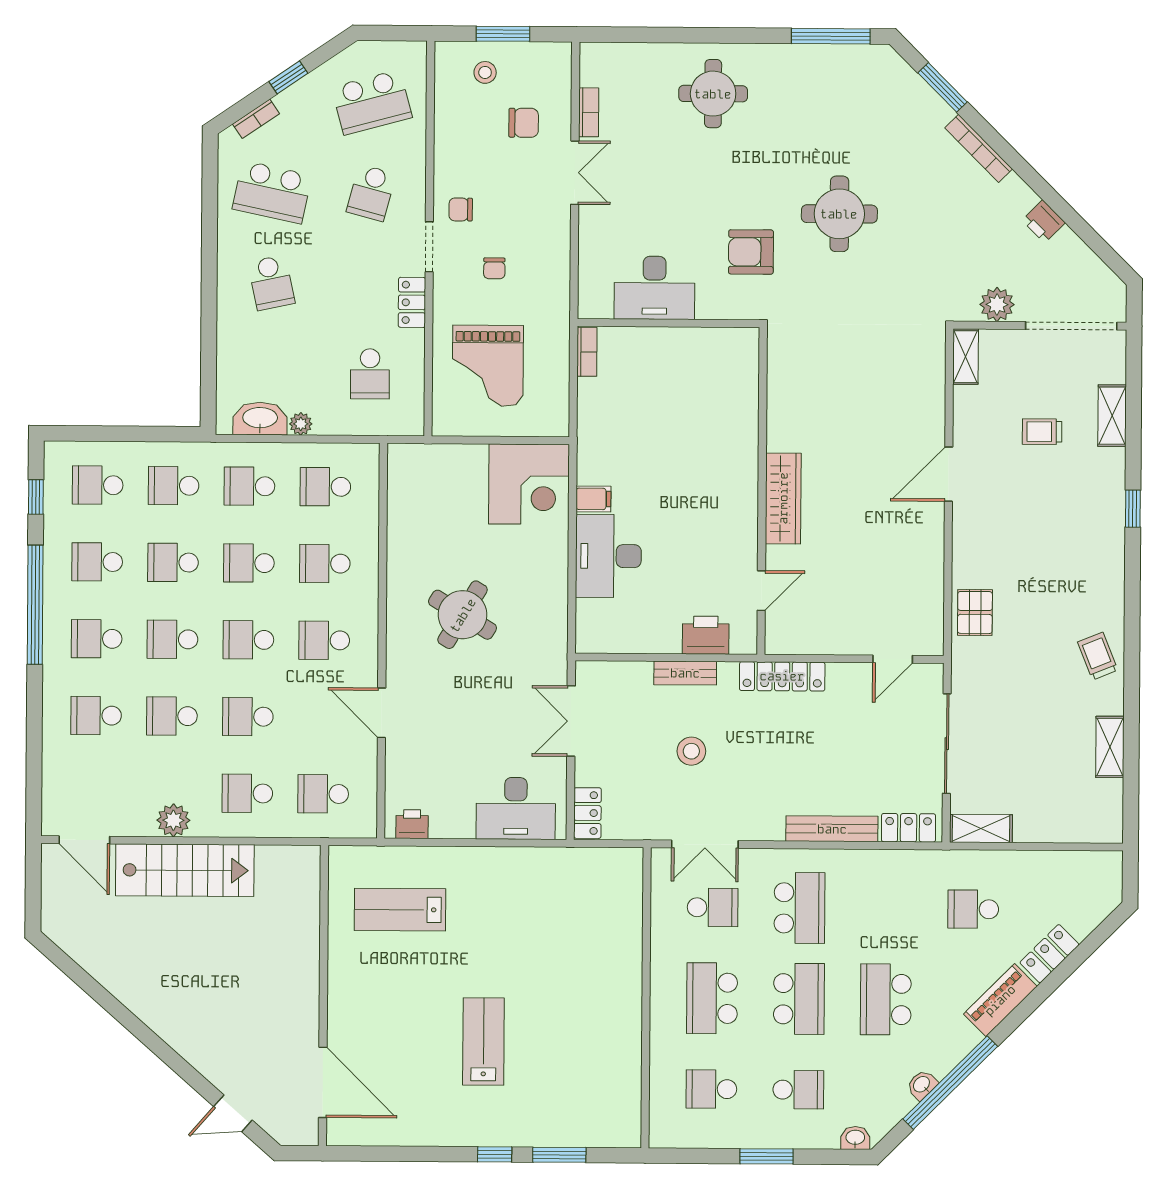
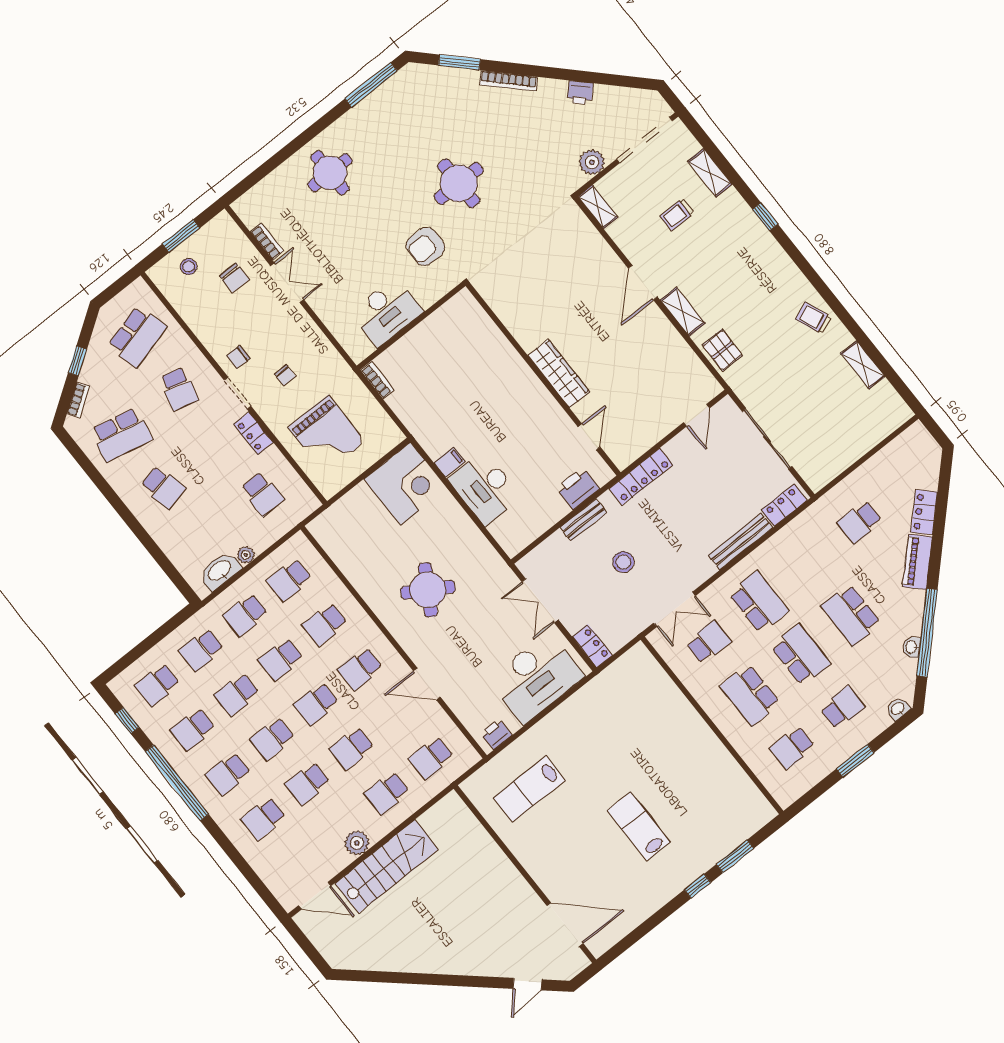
chair: (524, 123) -> (234, 278), turned 90
desk: (516, 808) -> (536, 678), width x1.36, depth x1.30
shelving: (981, 829) -> (683, 312), moved, turned 90

